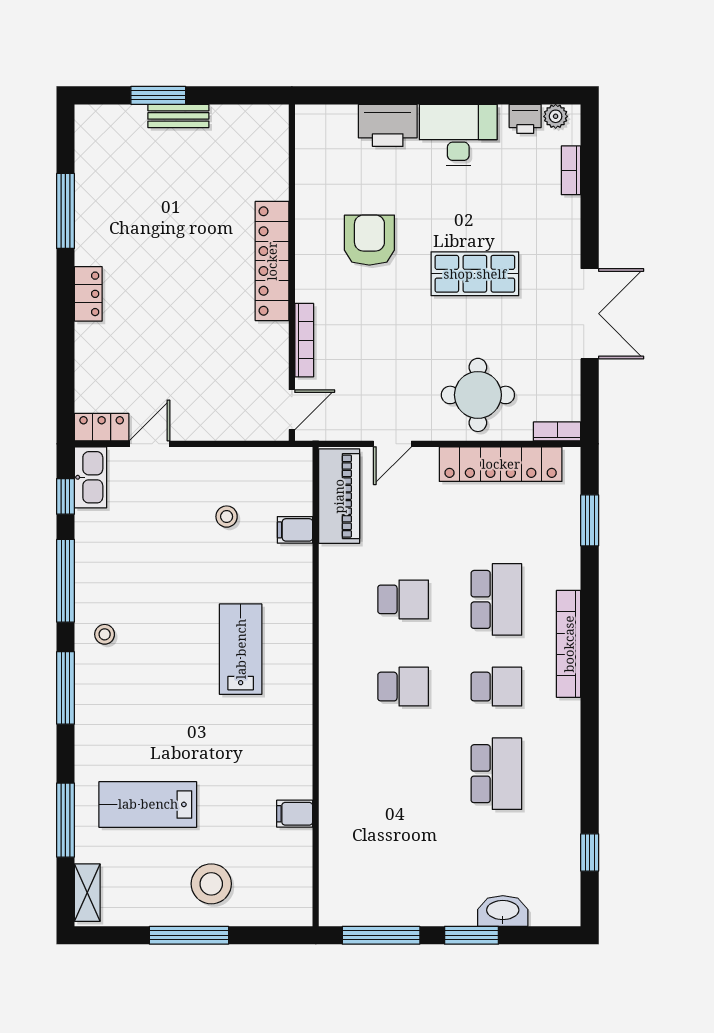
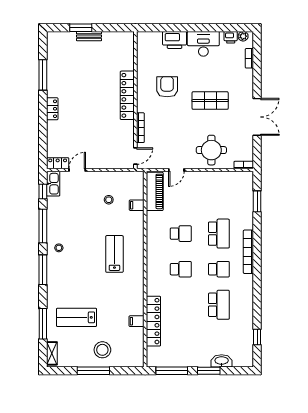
locker: (501, 464) -> (153, 321), moved, turned -90

